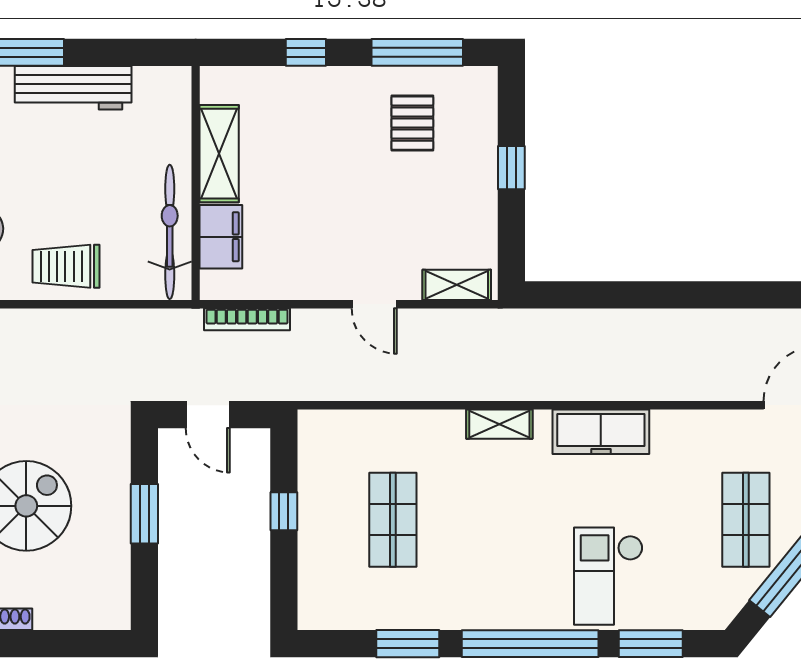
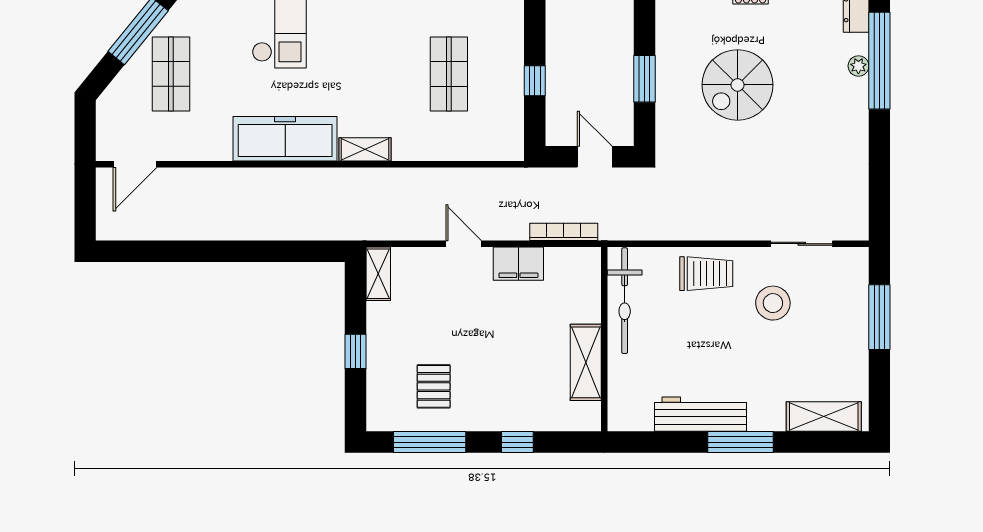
filing cabinet: (221, 237) -> (518, 264), moved, turned -90
shelving: (457, 285) -> (378, 274), moved, turned 90
freezer: (601, 432) -> (285, 139), width x1.36, depth x1.26

